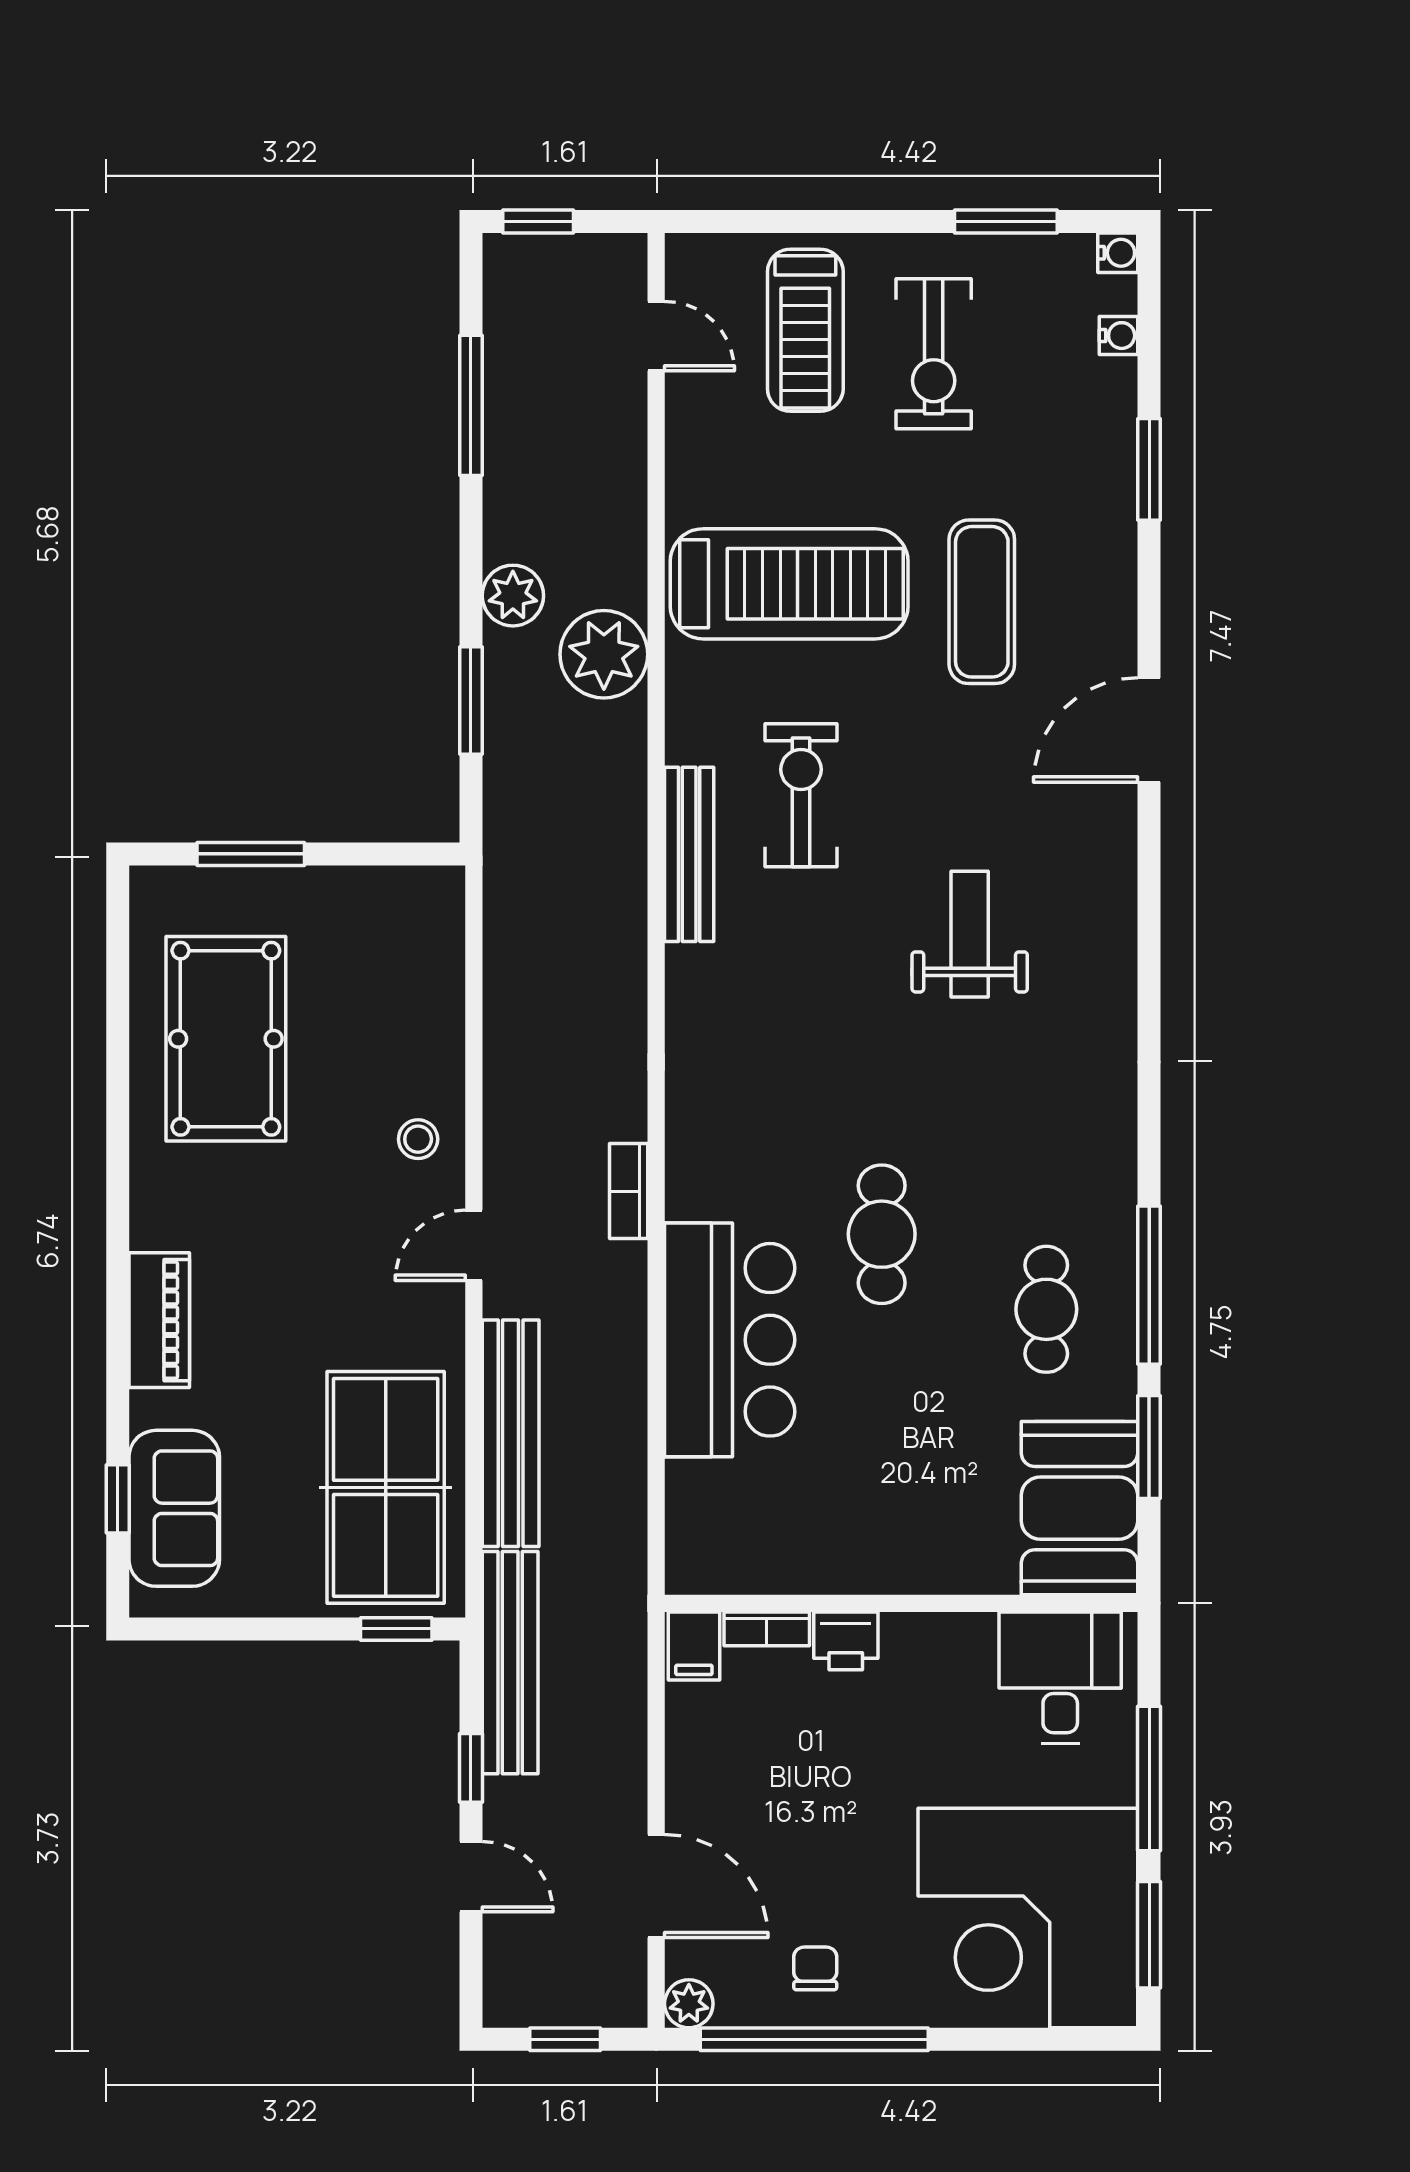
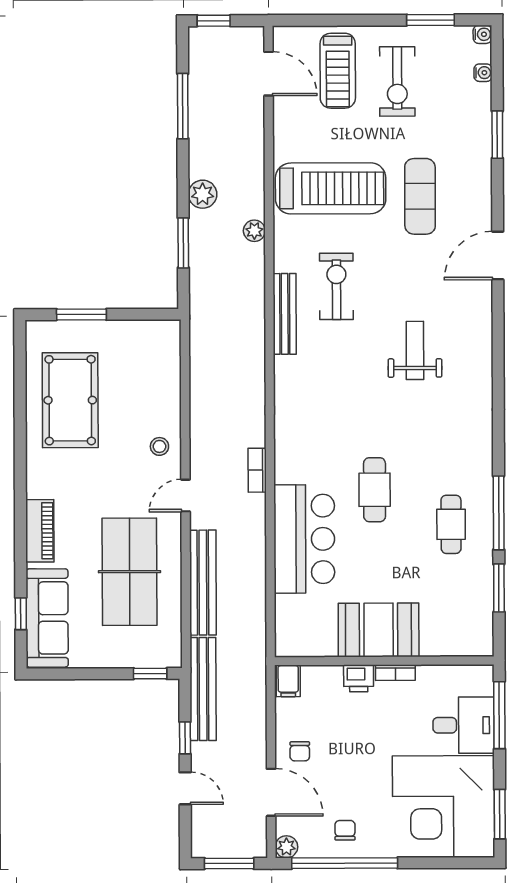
door: (656, 336) -> (269, 74), width x1.38
plant: (604, 654) -> (254, 231), width x0.53, depth x0.53
table tennis table: (386, 1487) -> (130, 572), moved
sofa: (174, 1508) -> (47, 618), width x1.36
booth: (1080, 1508) -> (379, 630), moved, turned 90
bookcase: (767, 1629) -> (395, 673), moved
desk: (1060, 1678) -> (464, 725), moved, turned 90
window: (1149, 1778) -> (499, 715), moved
chair: (718, 1798) -> (300, 751), added
window: (565, 2039) -> (229, 864), width x1.50

